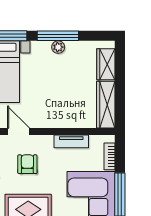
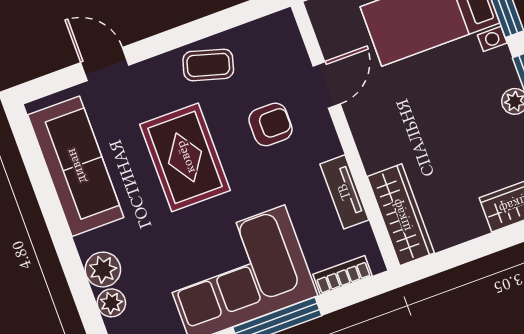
wardrobe: (106, 105) -> (401, 215), moved, turned 90

